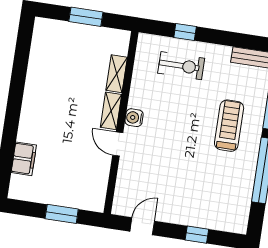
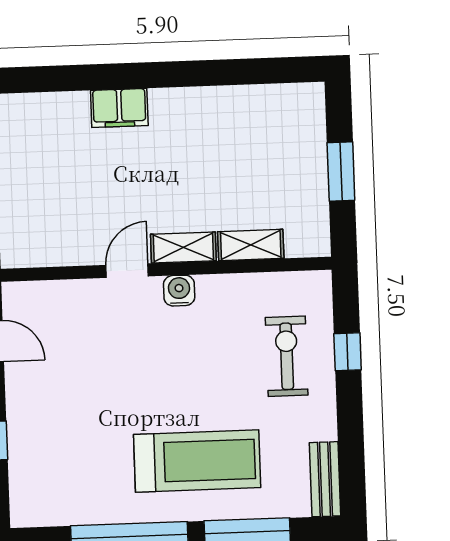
exercise bike: (181, 66) -> (287, 356), turned 180
treadmill: (229, 126) -> (197, 461), width x1.37, depth x1.38
filing cabinet: (24, 159) -> (119, 108), moved

